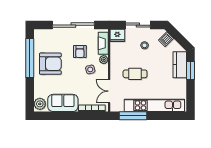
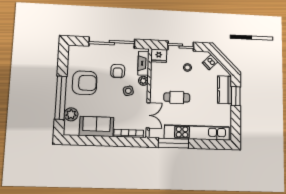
window: (30, 58) -> (61, 98), moved
double door: (109, 91) -> (148, 115), swing flipped
plant: (40, 104) -> (71, 114), moved

